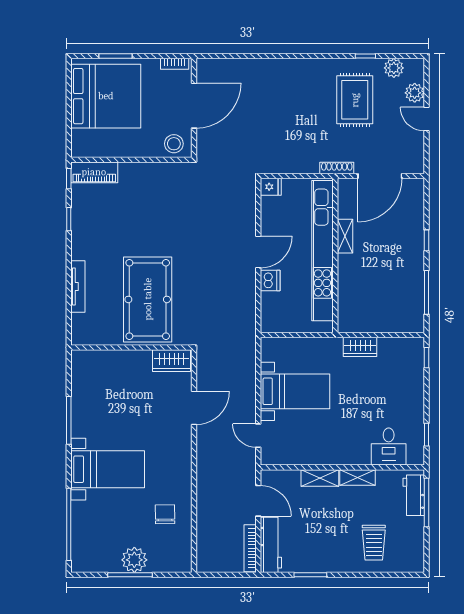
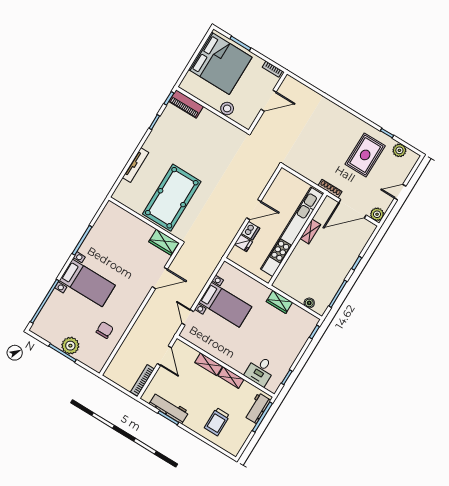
plant: (415, 93) -> (377, 214), moved
door: (194, 106) -> (269, 101), width x0.73
door: (426, 119) -> (400, 192), hinge flipped
stool: (174, 144) -> (227, 108), moved
fridge: (271, 187) -> (243, 243), moved
boiler: (398, 326) -> (309, 303), added
workbench: (271, 545) -> (169, 408), moved, turned -90

